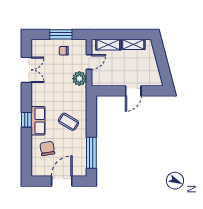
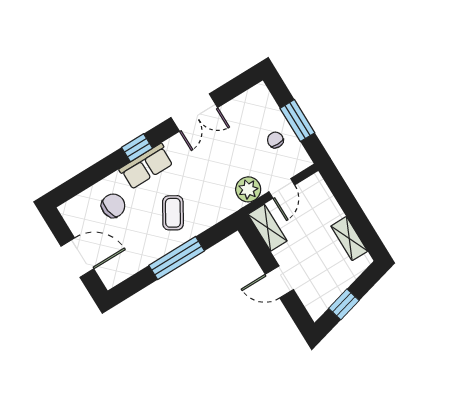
shelving: (108, 45) -> (268, 228), moved
door: (89, 62) -> (282, 188), hinge flipped
window: (163, 66) -> (344, 304), added
double door: (26, 70) -> (194, 112), moved
window: (91, 153) -> (177, 258), moved

